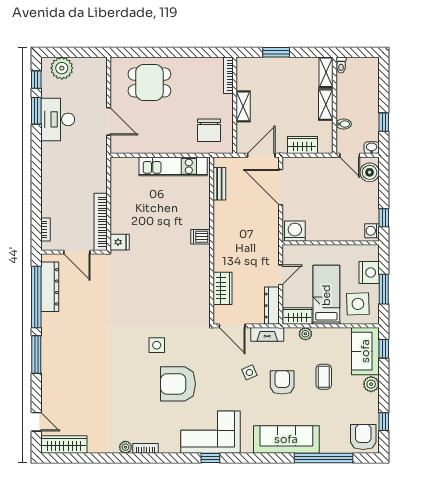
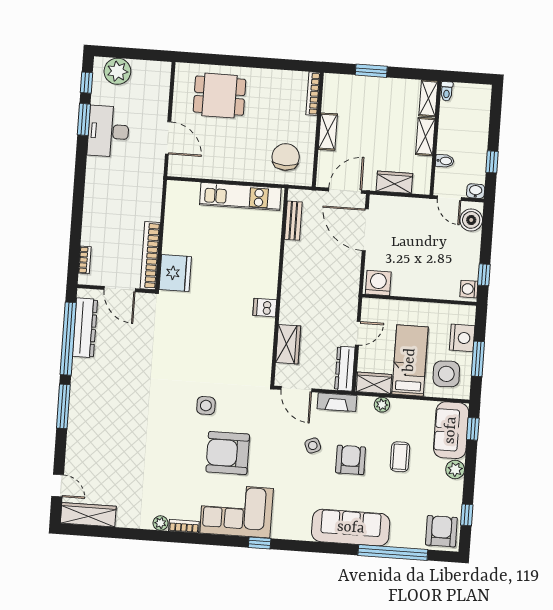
chair: (209, 130) -> (286, 157), turned 180
dishwasher: (200, 237) -> (265, 308), moved
fridge: (120, 242) -> (175, 273), width x1.88, depth x1.34
corner sofa: (210, 432) -> (237, 511), moved

